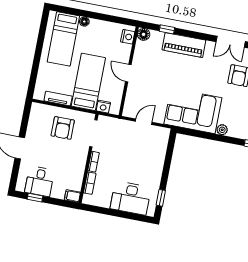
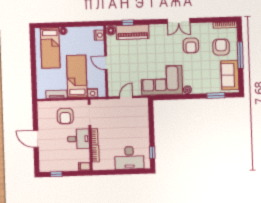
piano: (184, 45) -> (133, 32), moved
desk: (40, 181) -> (78, 139), moved, turned -90

